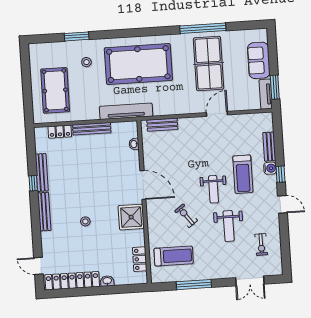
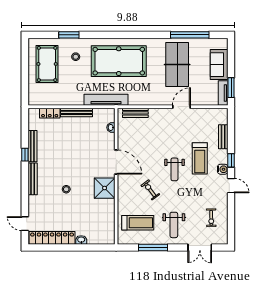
window: (203, 28) -> (190, 35), moved
pool table: (55, 90) -> (47, 64), moved
water cooler: (270, 168) -> (223, 169), moved
weight bench: (229, 226) -> (174, 225), moved
locker: (140, 259) -> (109, 224), removed

